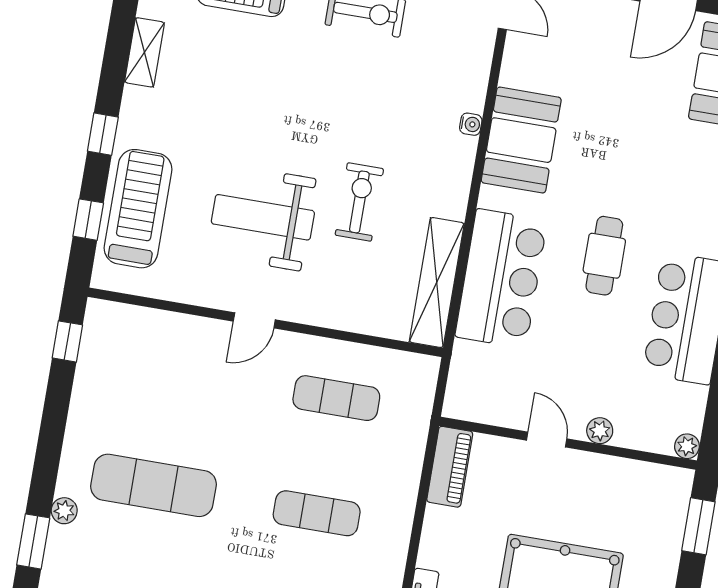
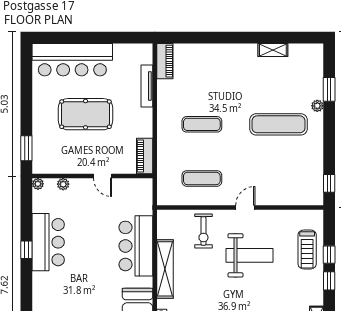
exercise bike: (359, 202) -> (203, 231), moved
treadmill: (138, 209) -> (307, 249), width x0.73, depth x0.73
window: (88, 220) -> (329, 255), moved
cafe table: (604, 256) -> (91, 264), removed
shelving: (437, 283) -> (165, 269), moved
plant: (600, 431) -> (63, 184), moved

